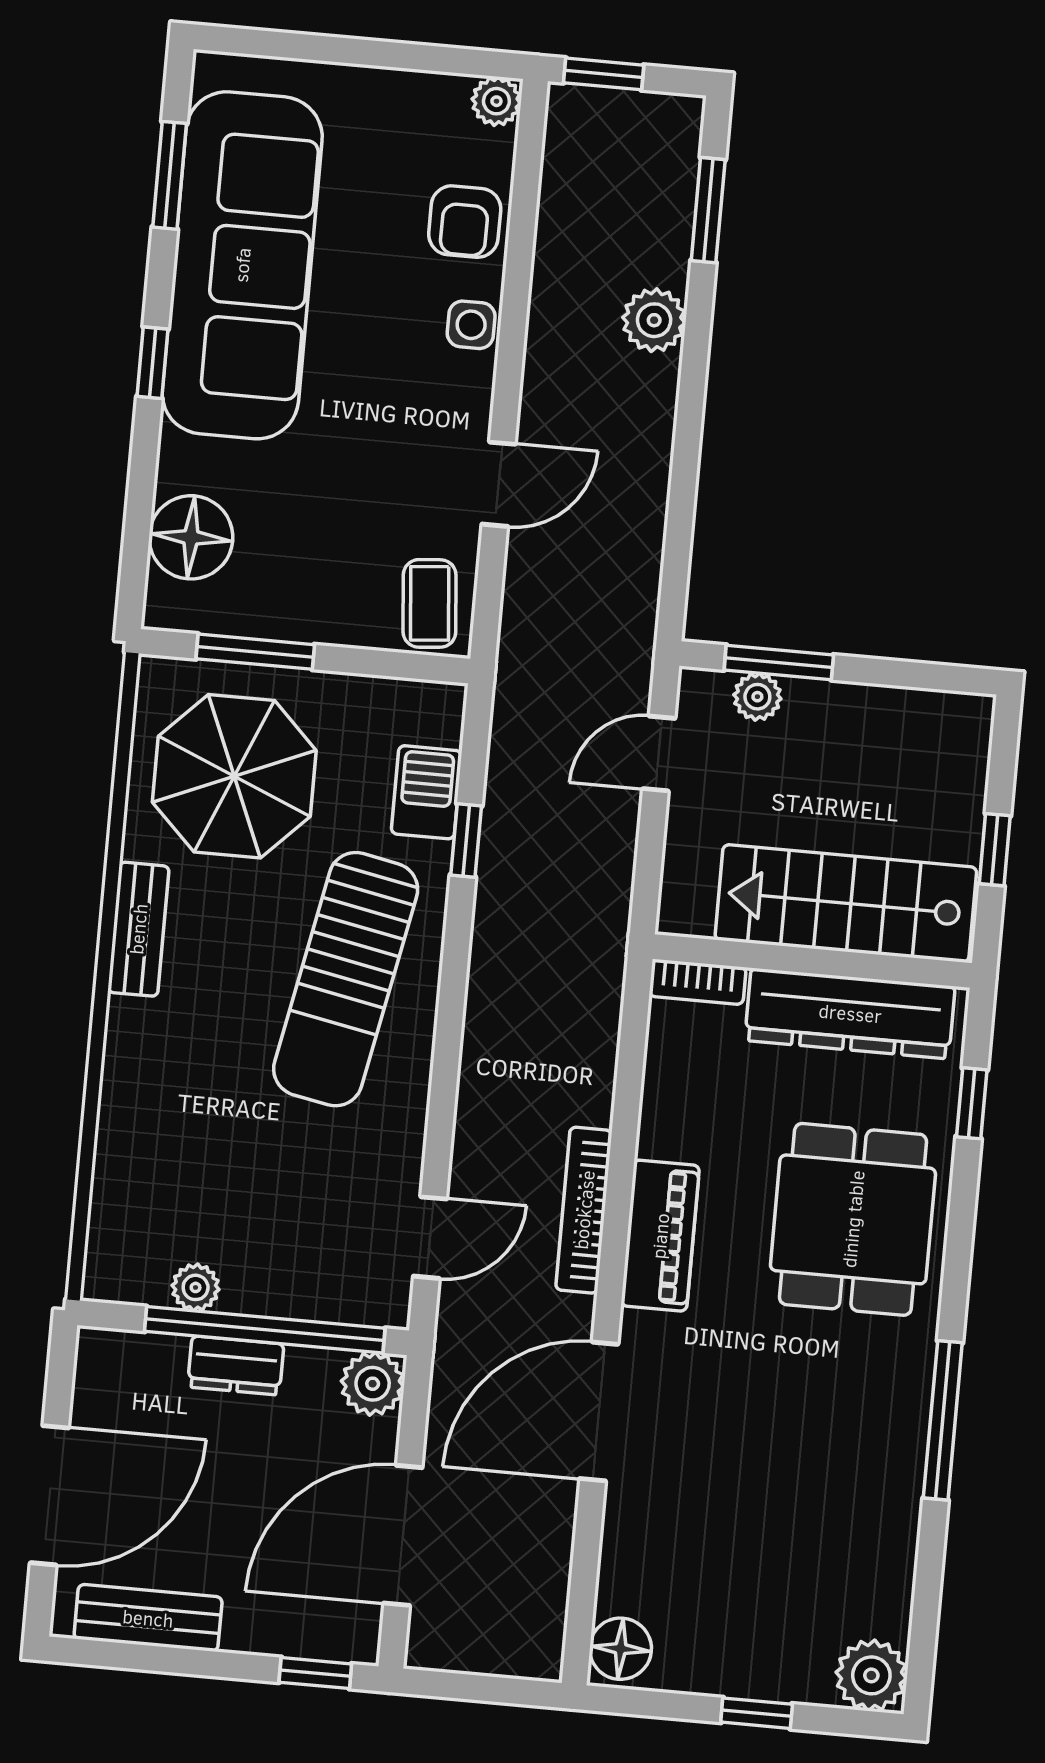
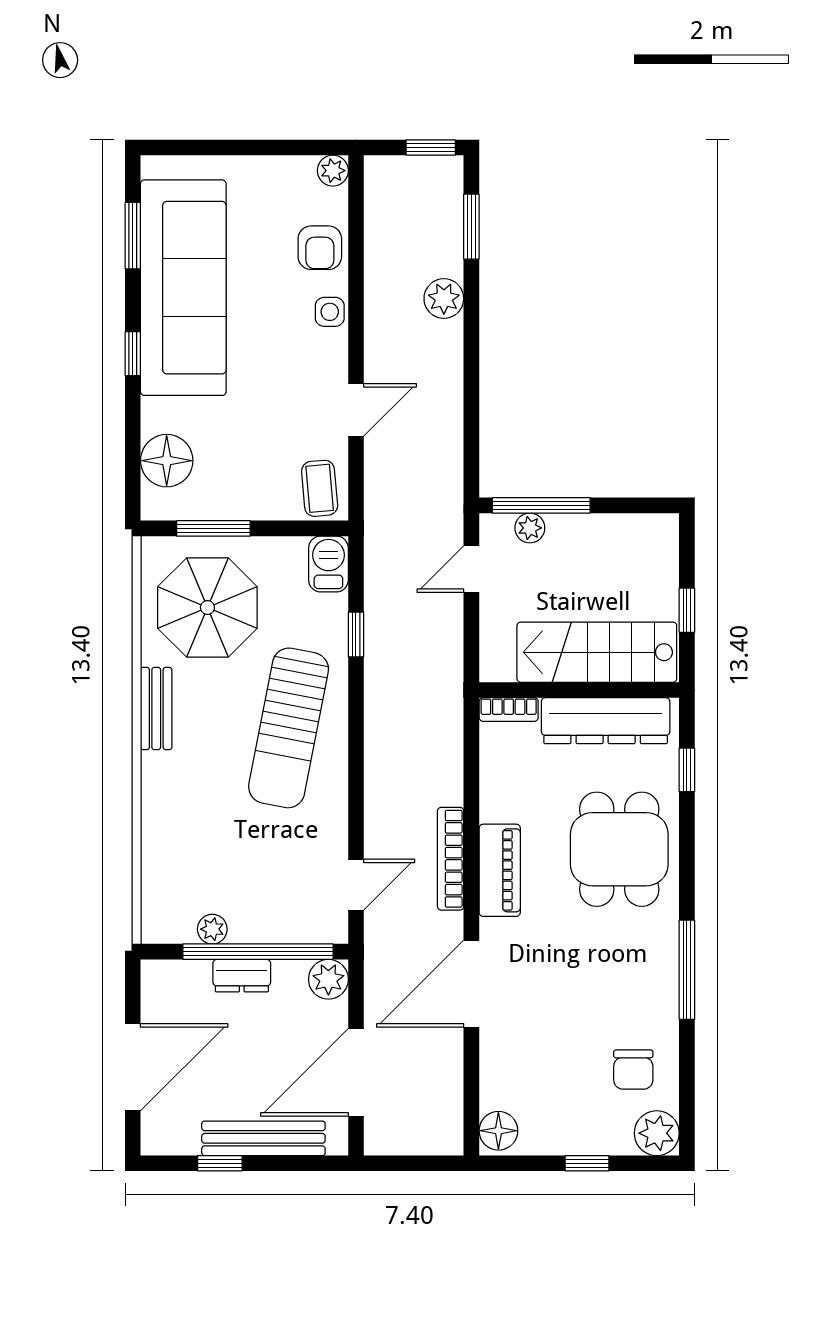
window: (604, 74) -> (431, 148), moved
window: (779, 662) -> (541, 505), width x1.44
barbecue: (427, 792) -> (328, 564), moved
chair: (843, 1571) -> (633, 1070), added
bench: (148, 1618) -> (263, 1138), moved, width x1.36
window: (315, 1673) -> (220, 1163), moved

